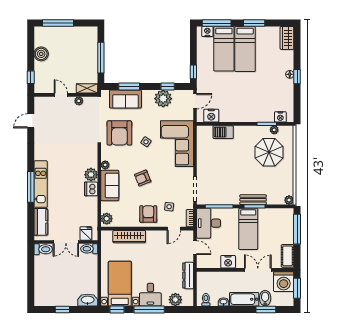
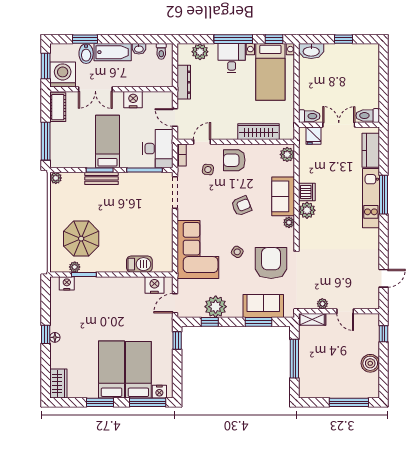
armchair: (148, 214) -> (234, 160), turned 90

